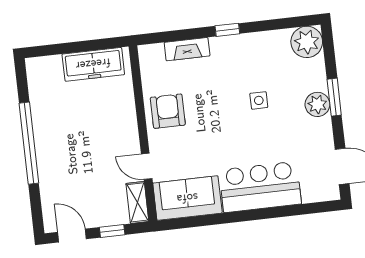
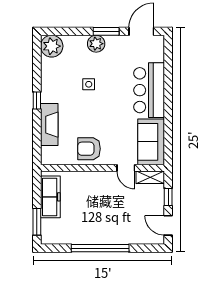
window: (56, 49) -> (37, 222), added
fireplace: (187, 49) -> (49, 125), width x1.37, depth x1.32
window: (334, 97) -> (106, 31), moved
door: (147, 166) -> (126, 168), hinge flipped
door: (72, 236) -> (168, 225), hinge flipped

